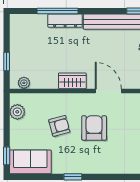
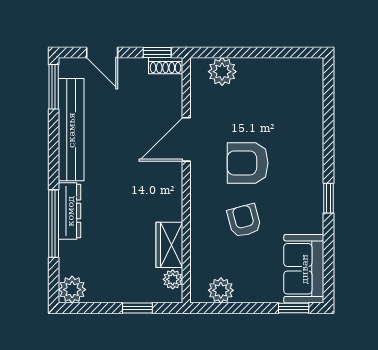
plant: (18, 22) -> (72, 290), added
wardrobe: (72, 81) -> (169, 245), moved

